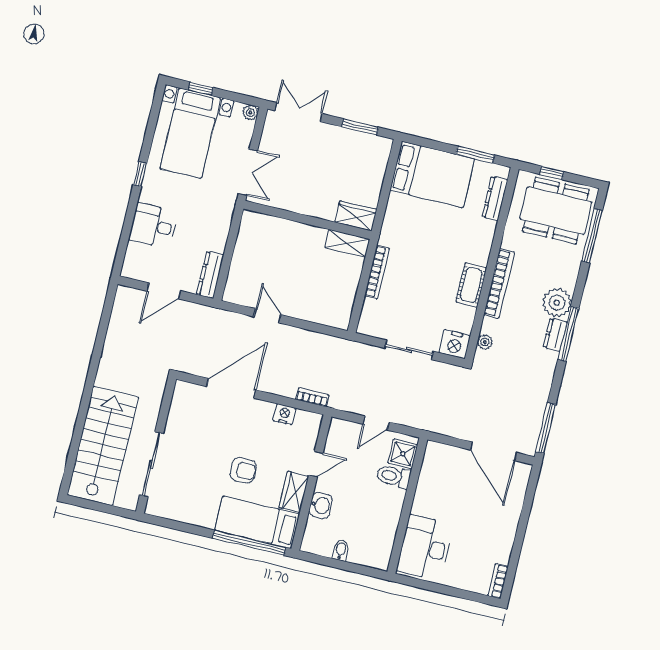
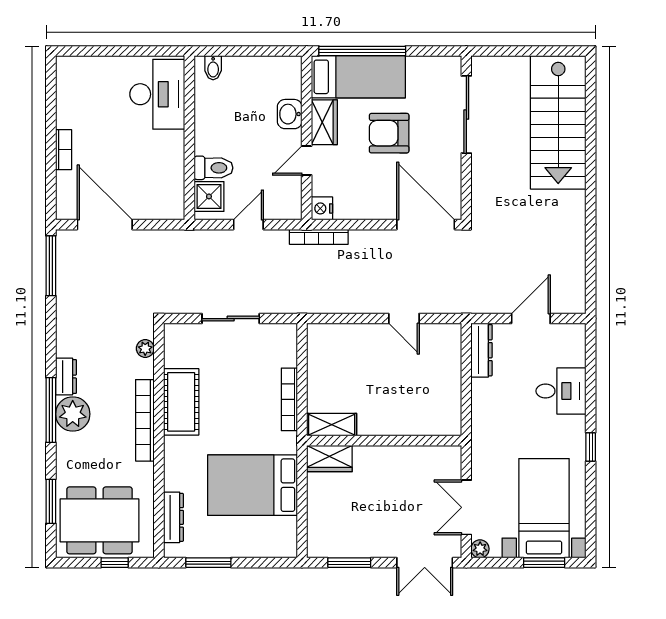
window: (201, 89) -> (544, 563), width x1.50
double door: (248, 172) -> (466, 507), moved
bed: (432, 174) -> (252, 485), moved
window: (592, 236) -> (51, 501), width x0.69
cot: (471, 285) -> (181, 402), width x1.37, depth x1.34
window: (568, 334) -> (51, 410), moved
nightstand: (455, 344) -> (180, 338), removed
door: (231, 388) -> (426, 225), swing flipped
bookcase: (312, 397) -> (319, 237), width x1.56
nightstand: (284, 414) -> (322, 208), moved, turned 90
wall: (156, 445) -> (466, 138), moved
sliding door: (151, 464) -> (466, 114), moved
armchair: (243, 470) -> (389, 133), width x1.38, depth x1.38
bidet: (341, 550) -> (213, 68), moved
bookcase: (498, 581) -> (64, 150), moved

